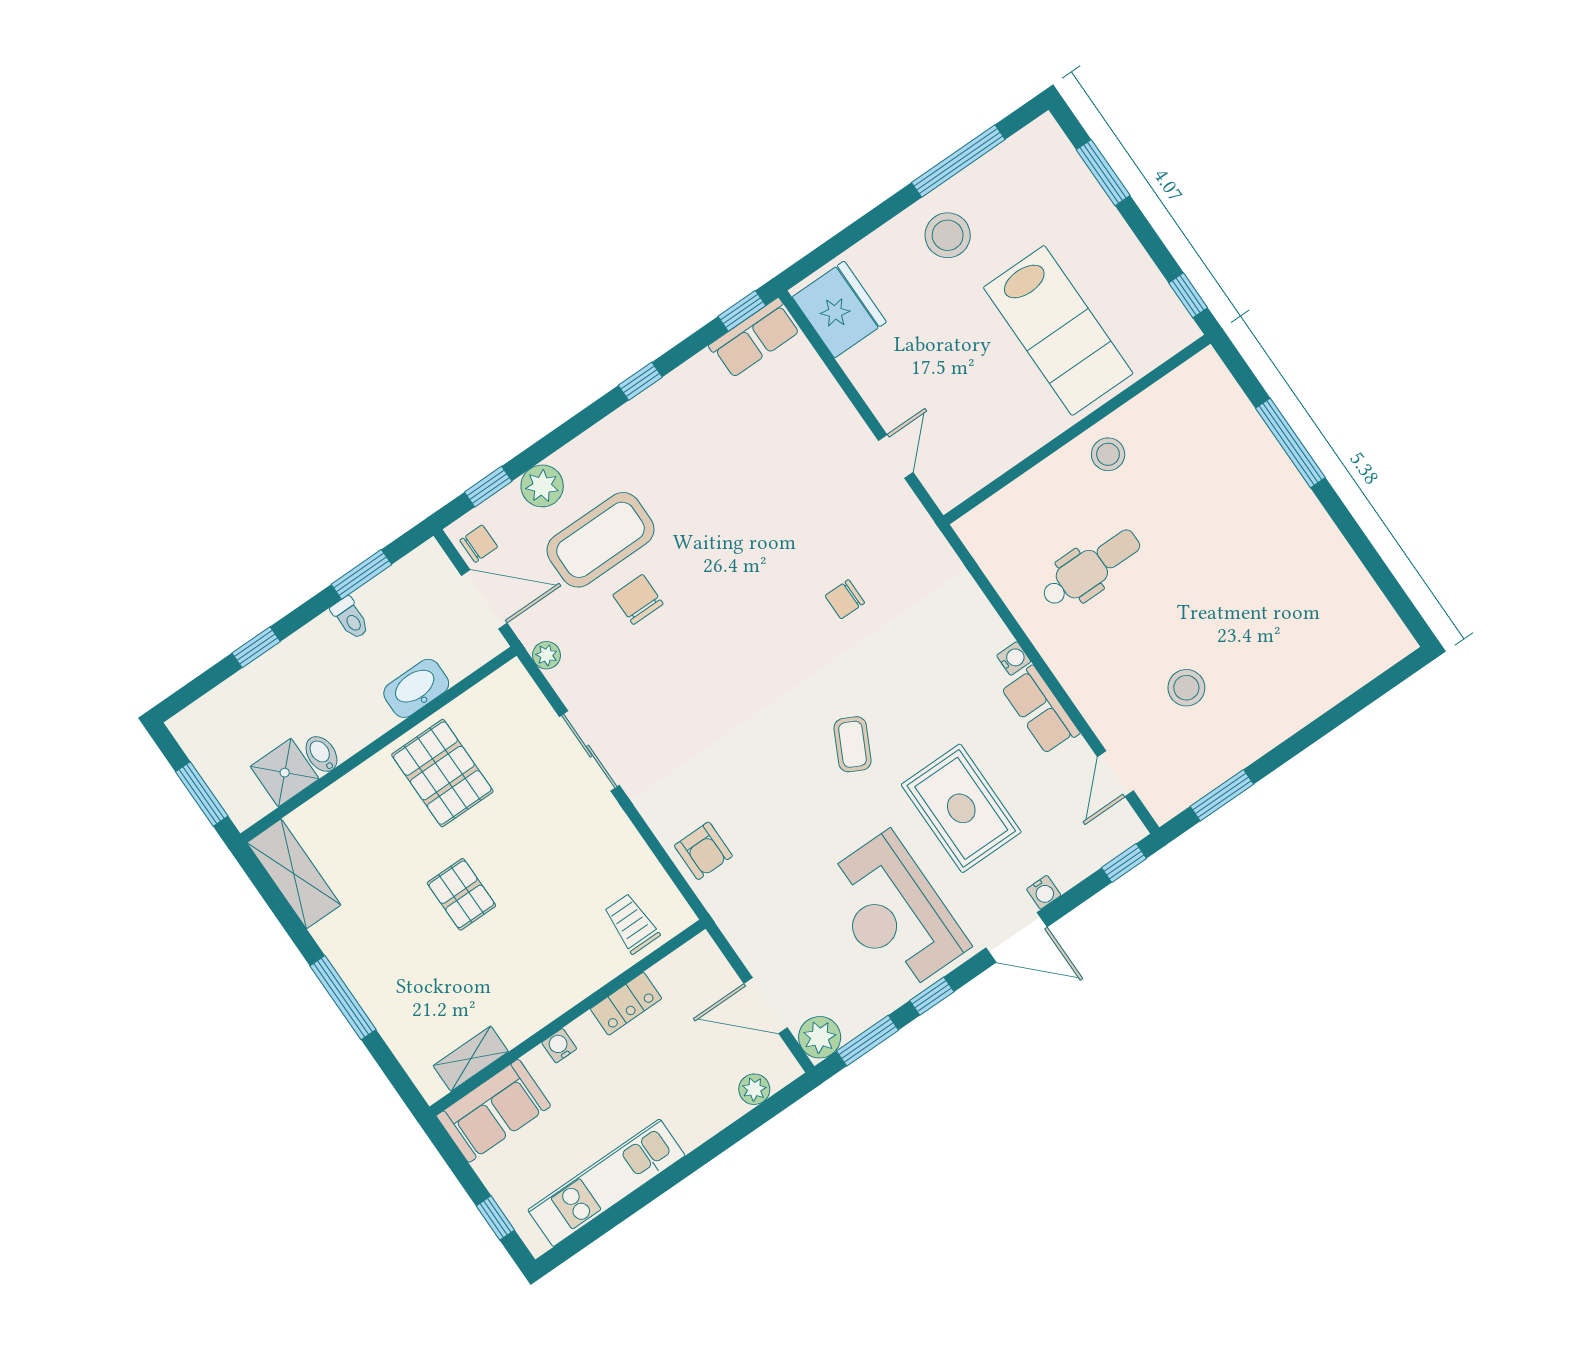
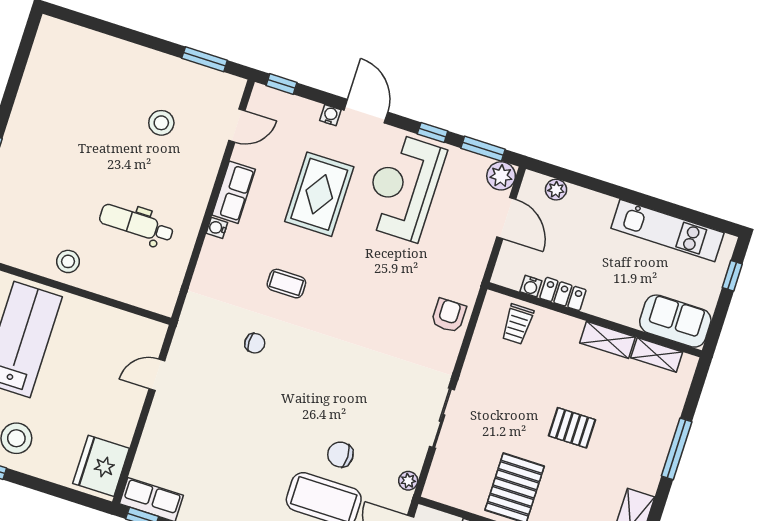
chair: (638, 599) -> (340, 455), turned 90
coffee table: (853, 744) -> (286, 284), moved, turned 63
pallet: (461, 894) -> (572, 428), turned 90
reception desk: (894, 913) -> (403, 187), turned 180
shelving: (532, 1015) -> (607, 340), added
water cooler: (559, 1046) -> (531, 286), moved

